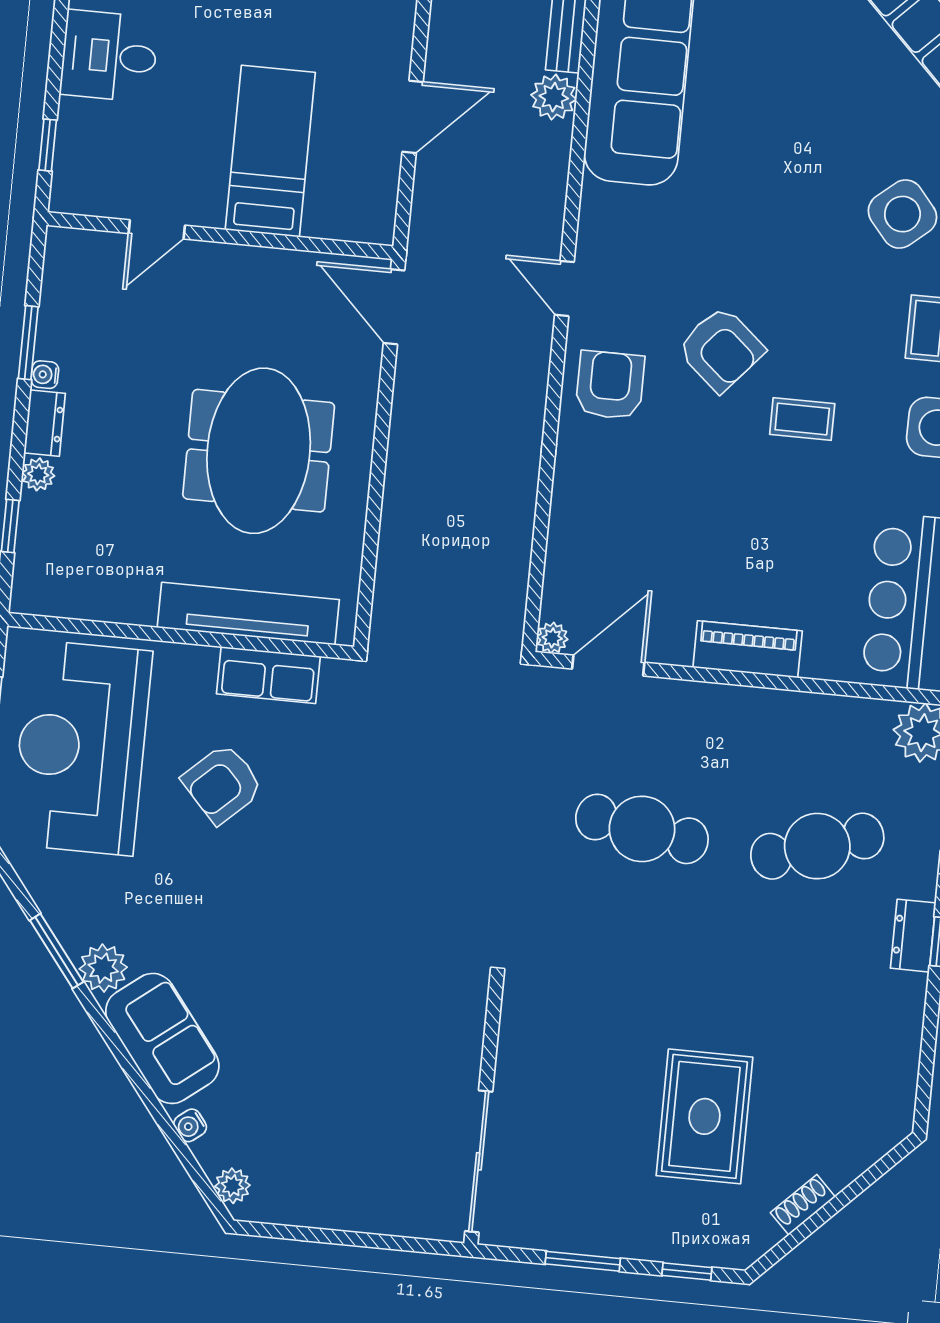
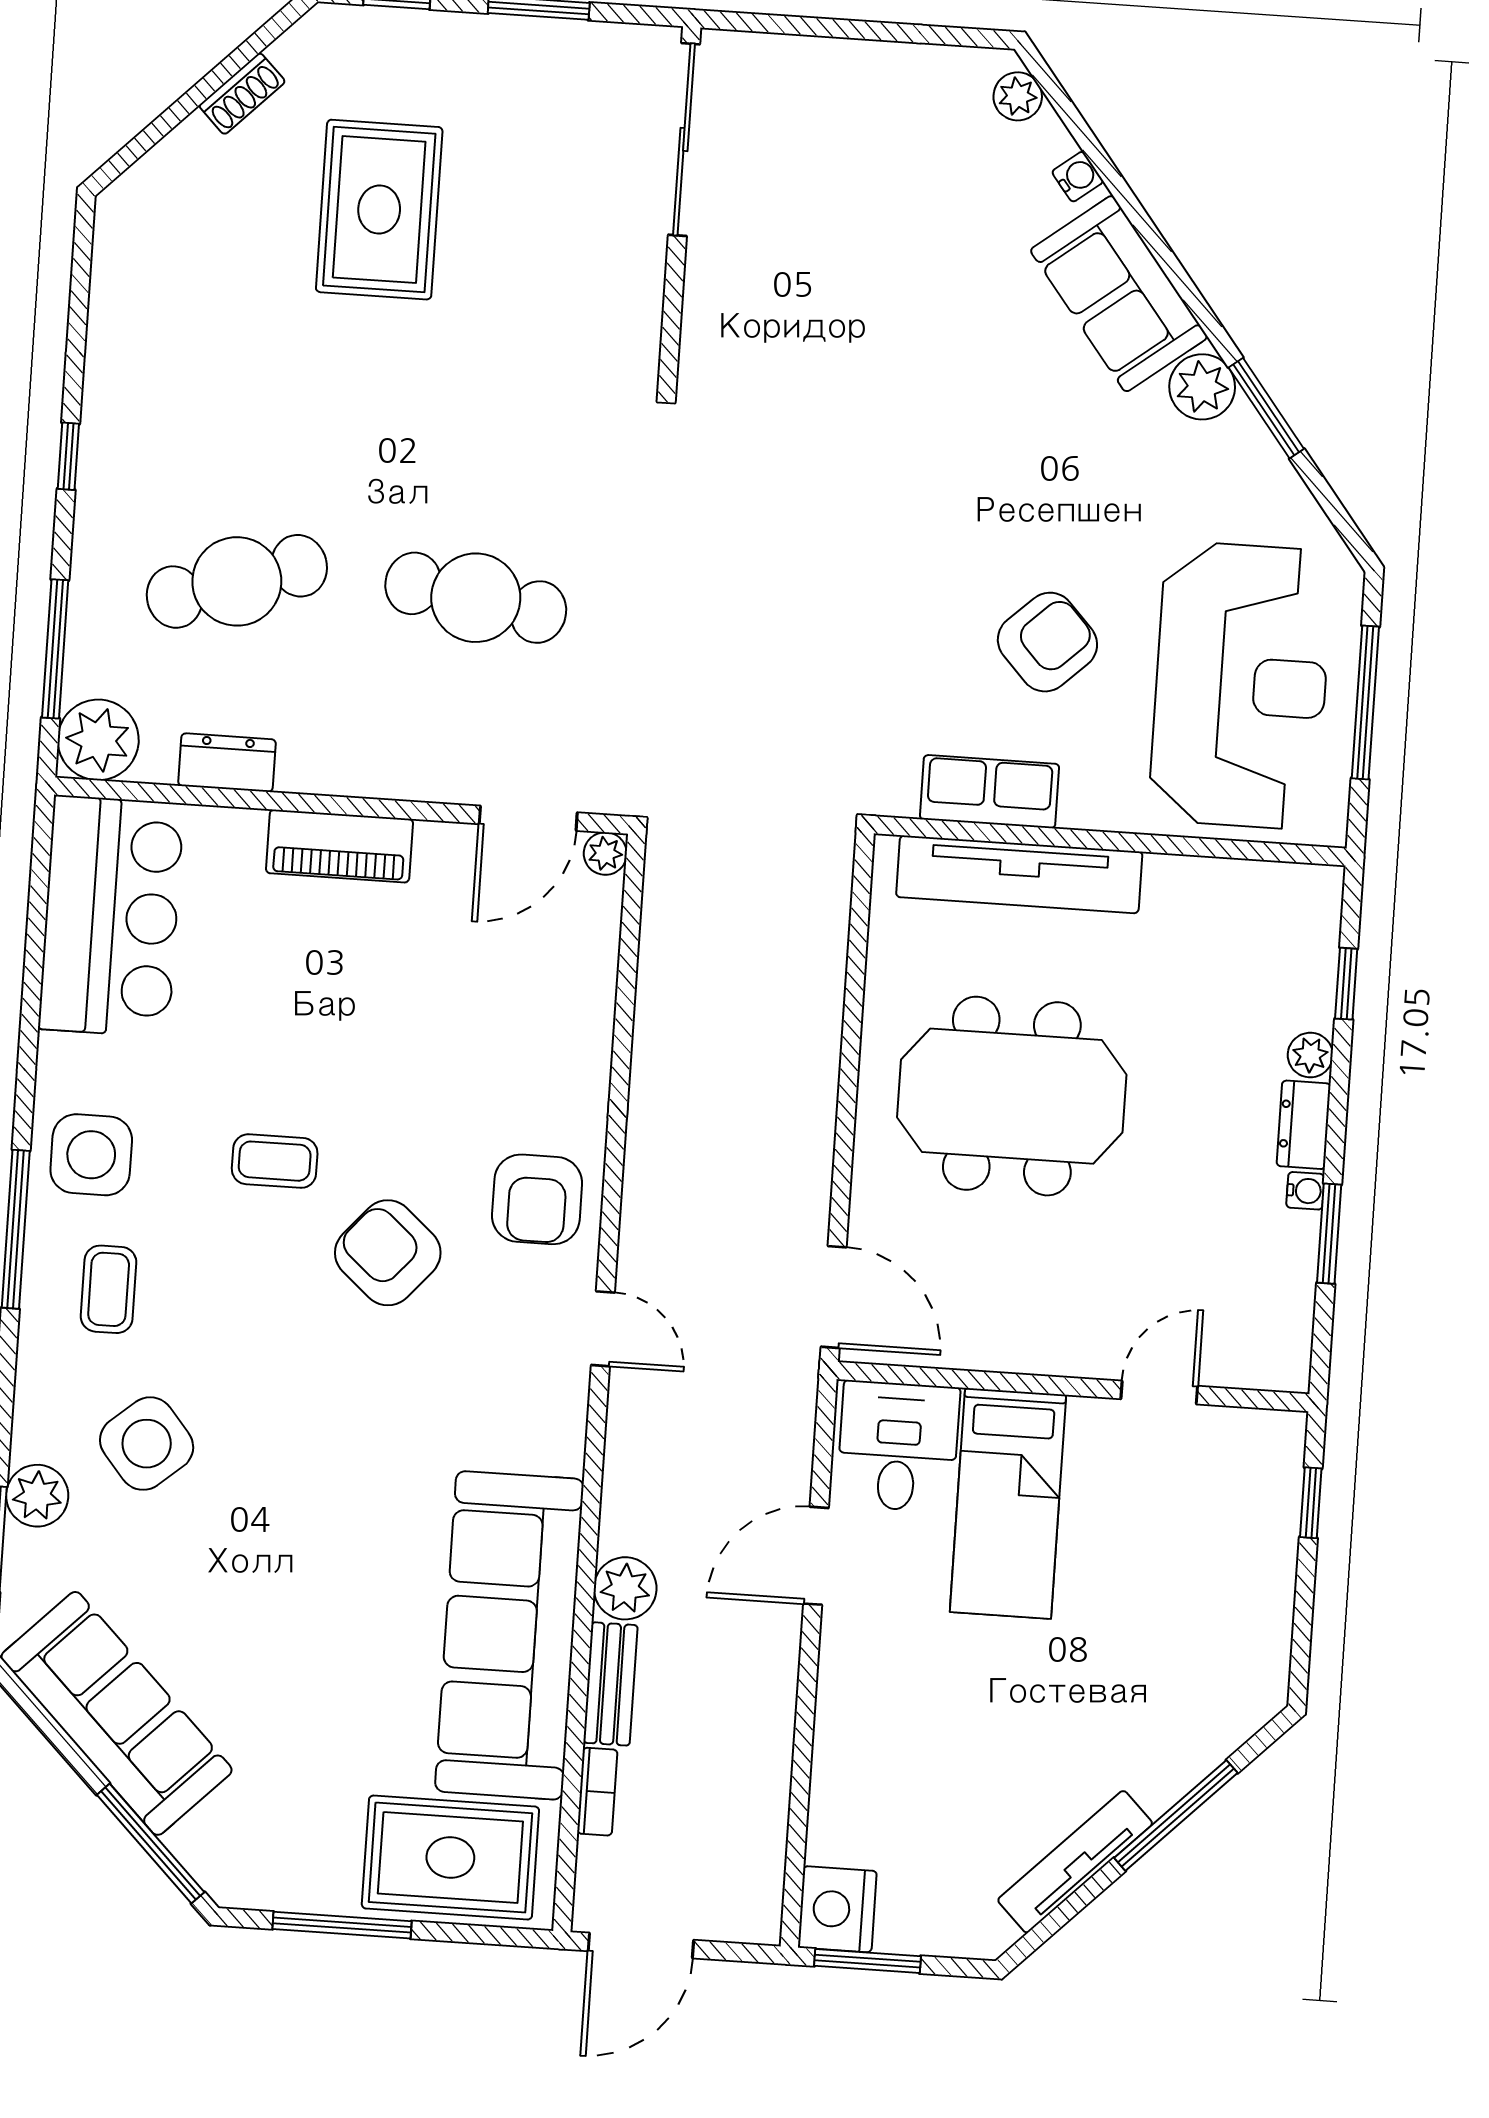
desk: (109, 56) -> (898, 1446), moved, turned -90
meeting table: (259, 451) -> (1012, 1096), turned 90
dresser: (913, 936) -> (227, 763), moved, turned -90

